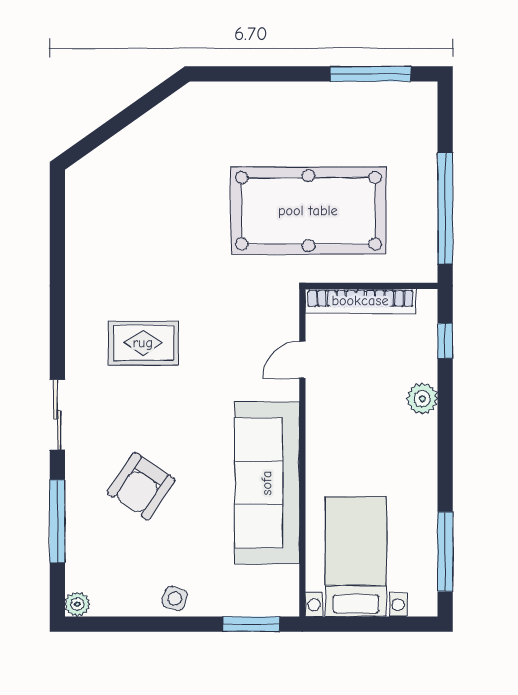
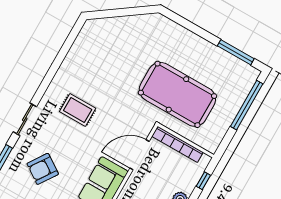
window: (445, 208) -> (247, 105), moved
door: (302, 360) -> (140, 155), width x1.88

